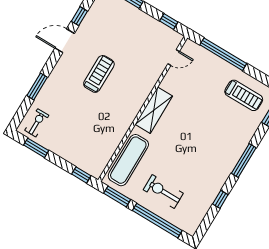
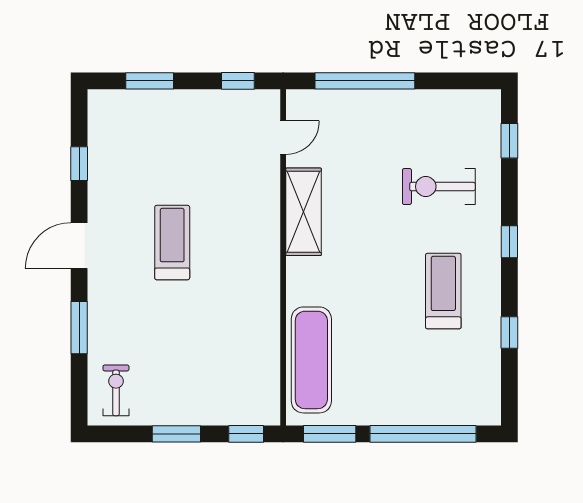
door: (65, 41) -> (79, 246), moved
treadmill: (244, 95) -> (443, 291), moved, turned -90
shelving: (154, 110) -> (304, 212), moved
window: (36, 148) -> (176, 434), moved
window: (244, 160) -> (509, 242), width x0.46
exercise bike: (163, 192) -> (439, 187), moved

